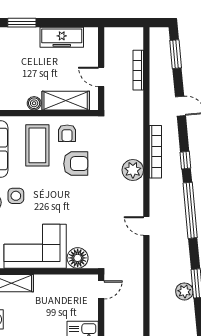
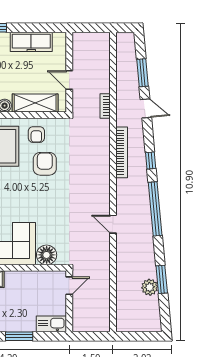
window: (176, 54) -> (143, 73), moved
bookcase: (138, 70) -> (105, 106), moved, width x0.64
armchair: (76, 164) -> (45, 164), turned -90
plant: (133, 170) -> (100, 170), removed

